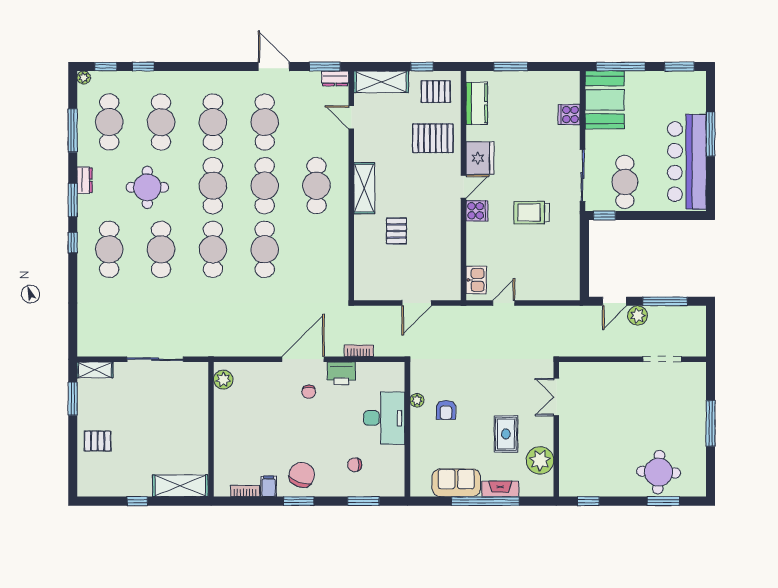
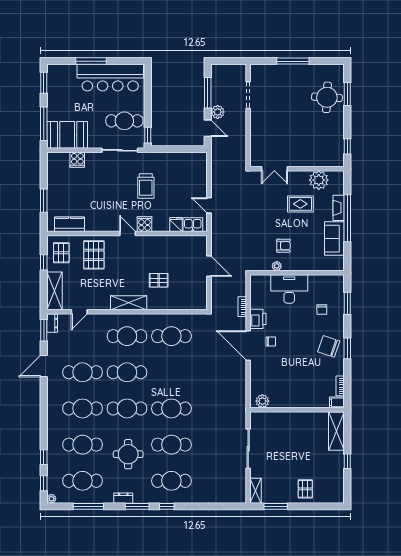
fridge: (480, 158) -> (176, 224), moved, width x0.53, depth x0.75
cafe table: (265, 249) -> (171, 336), moved
filing cabinet: (269, 486) -> (337, 402), moved

